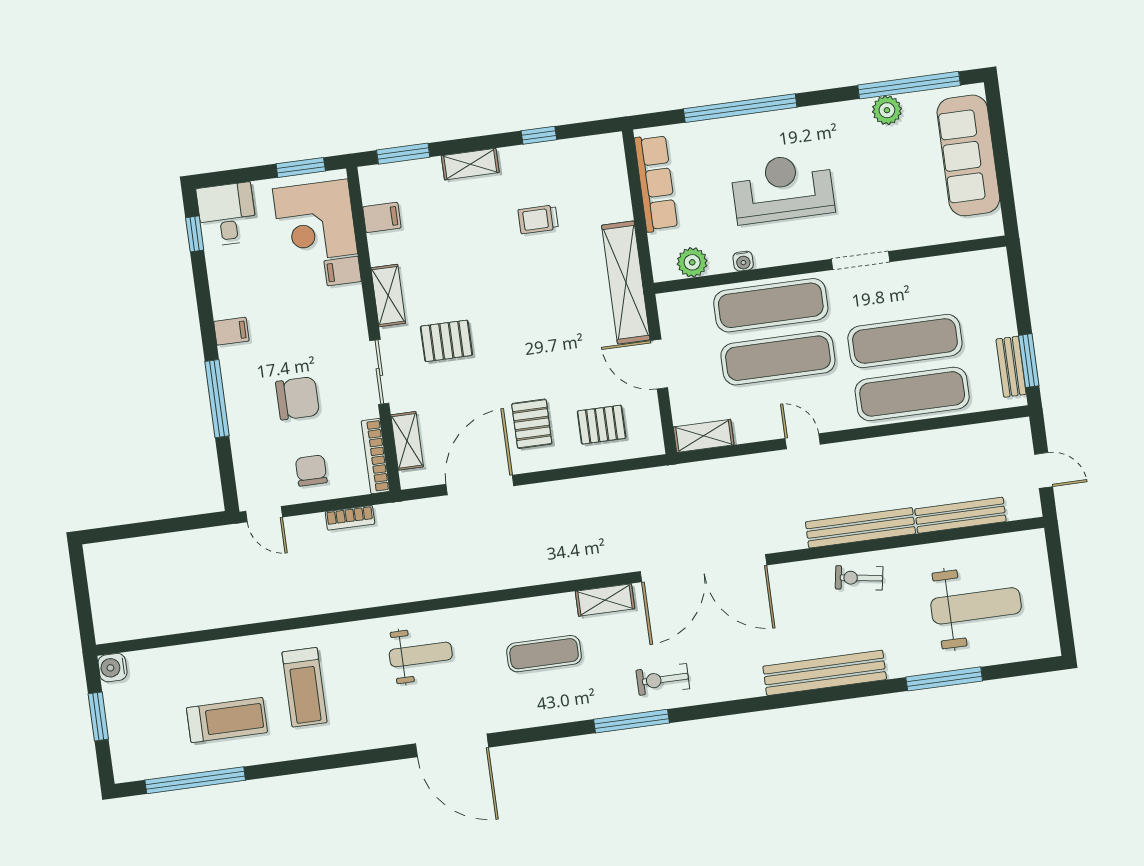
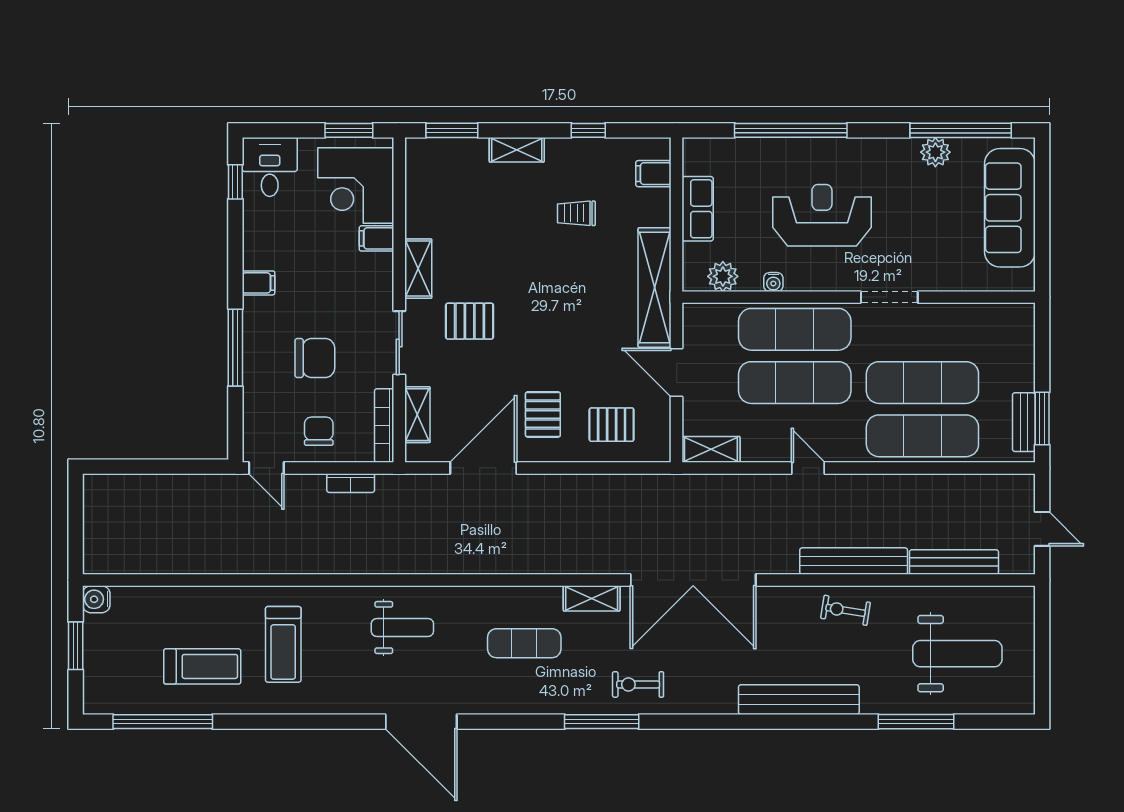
row of seats: (656, 183) -> (698, 209), width x0.68
filing cabinet: (382, 217) -> (653, 174), moved, turned 180

